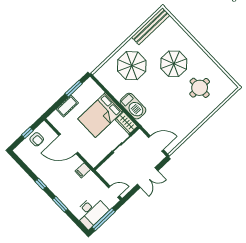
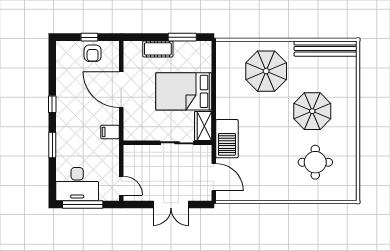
barbecue: (133, 106) -> (227, 139), moved

